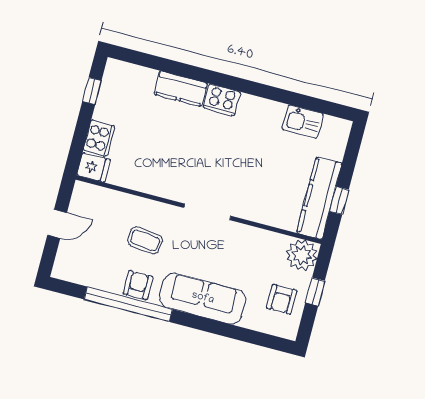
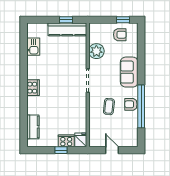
kitchen counter: (181, 89) -> (33, 127), moved
window: (92, 91) -> (61, 150), moved
plant: (302, 255) -> (96, 51), moved
window: (315, 292) -> (123, 20), moved
sofa: (203, 298) -> (129, 72), width x0.73

